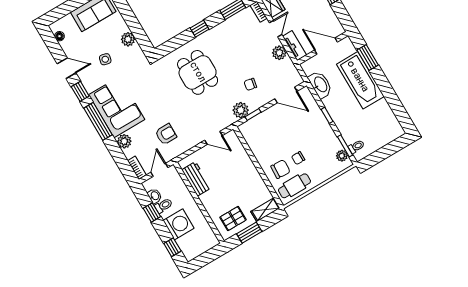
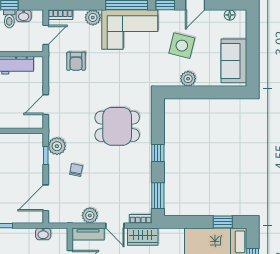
side table: (105, 59) -> (182, 46), width x1.87, depth x1.87
washbasin: (320, 85) -> (43, 234), width x0.52, depth x0.69
door: (159, 170) -> (46, 35), hinge flipped

